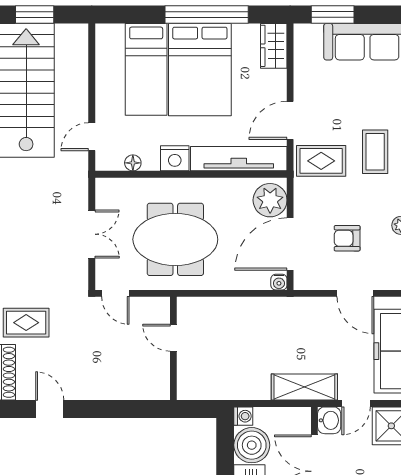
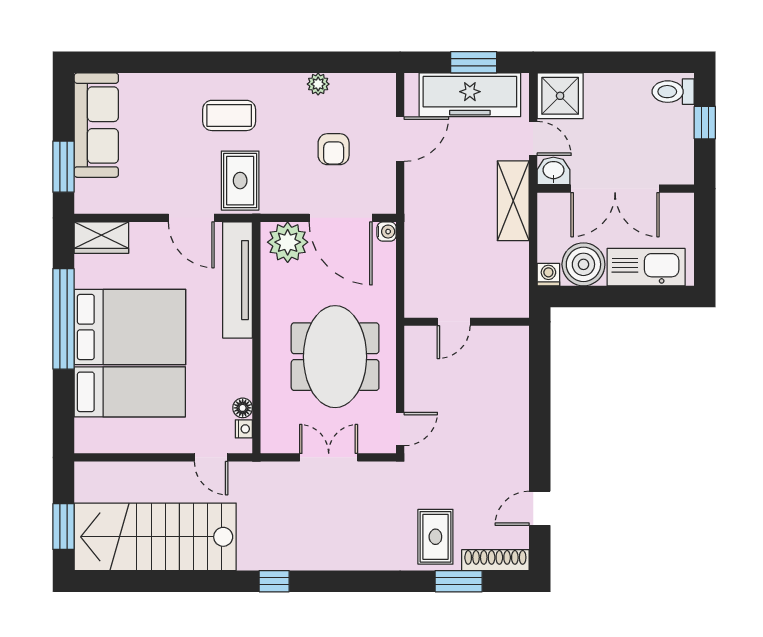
nightstand: (175, 158) -> (244, 429), moved, width x0.53, depth x0.56
door: (173, 338) -> (454, 322), moved
wall: (173, 348) -> (467, 322), moved

